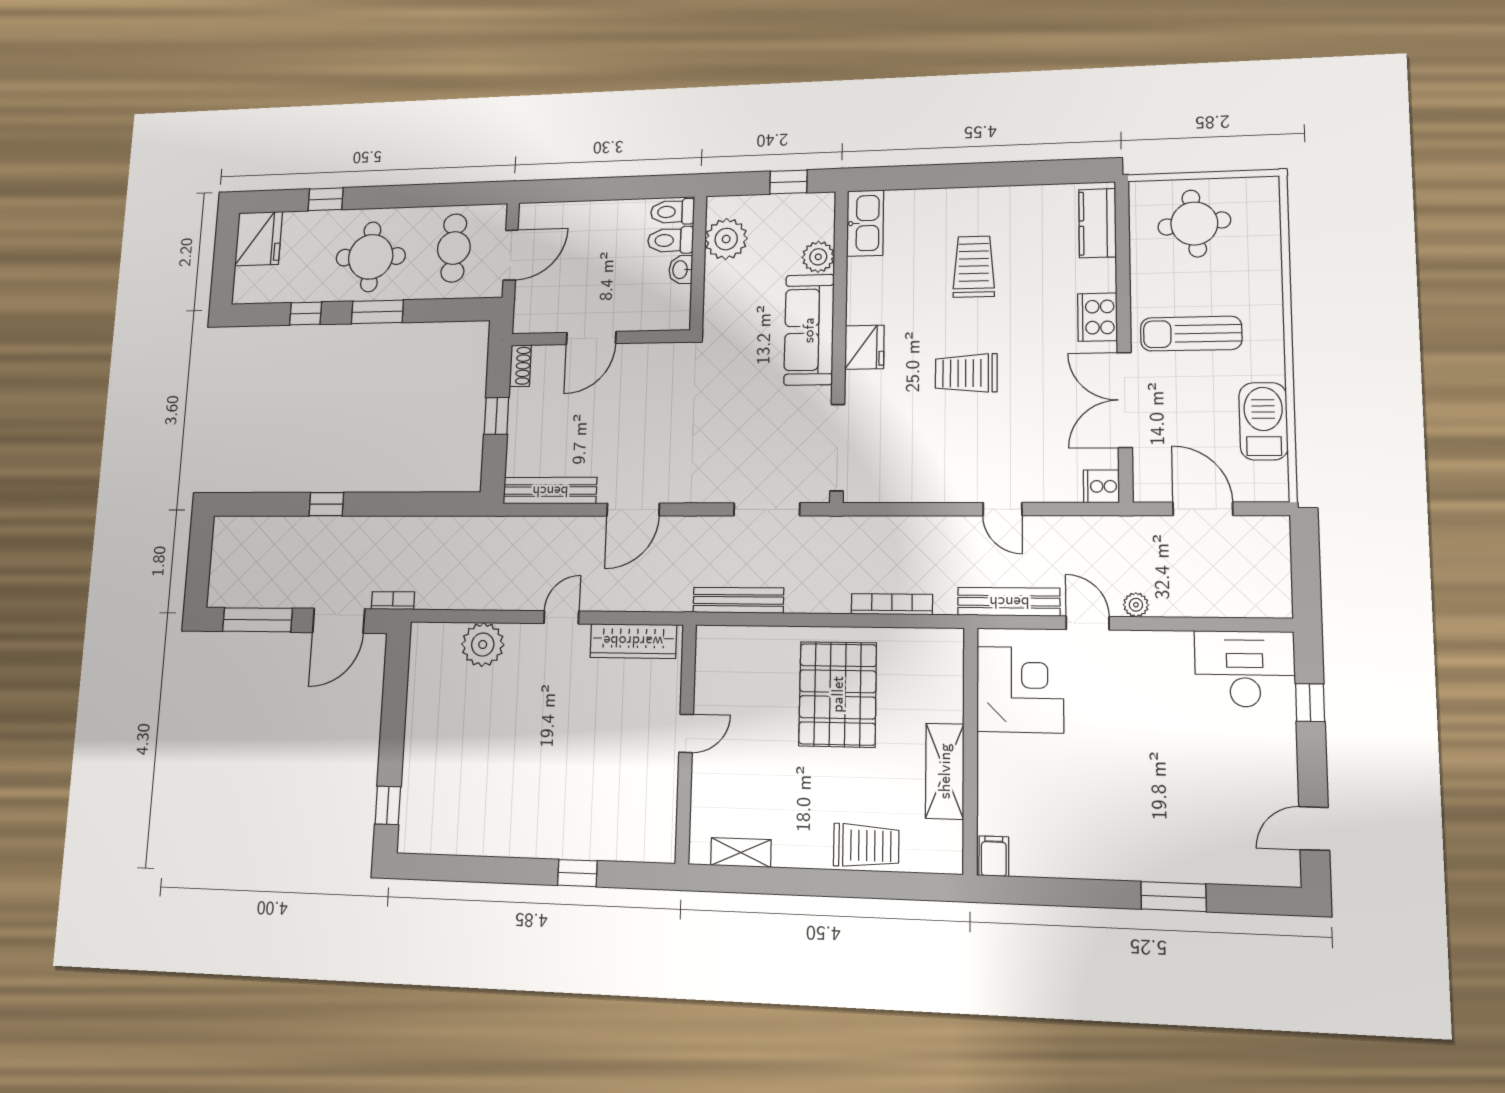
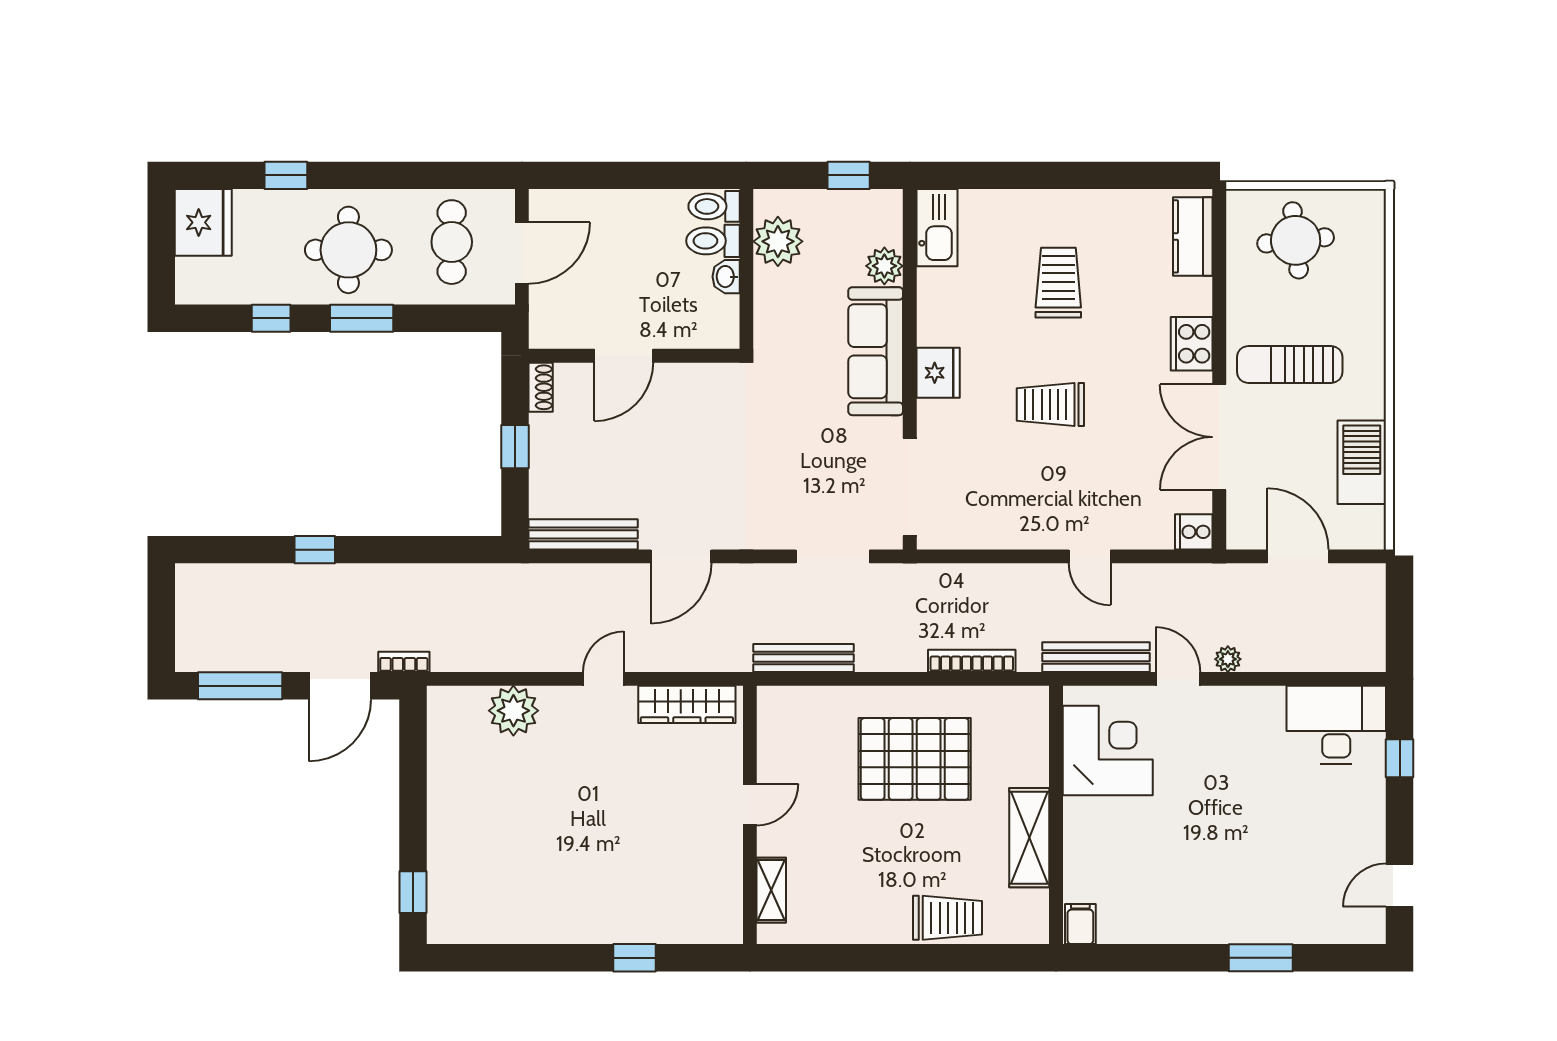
pallet: (838, 694) -> (915, 759), turned 90
shelving: (741, 852) -> (771, 890), moved, turned 90

